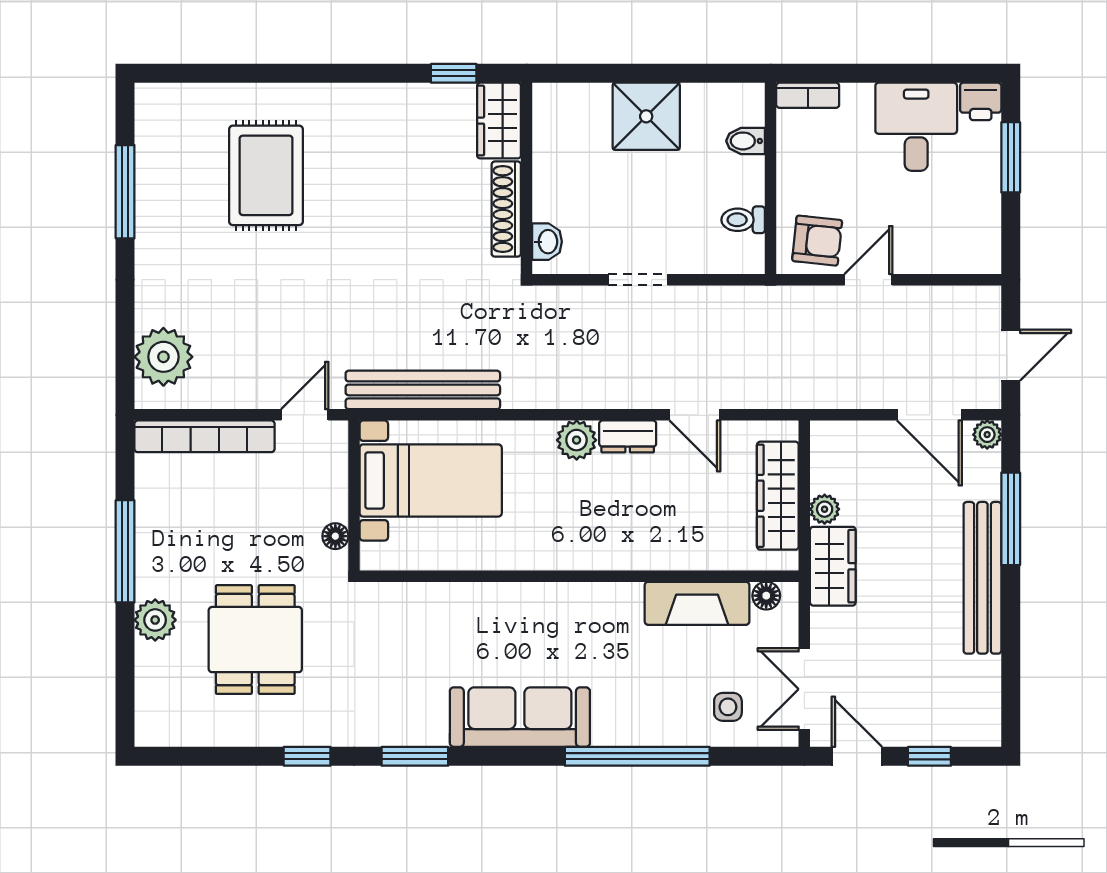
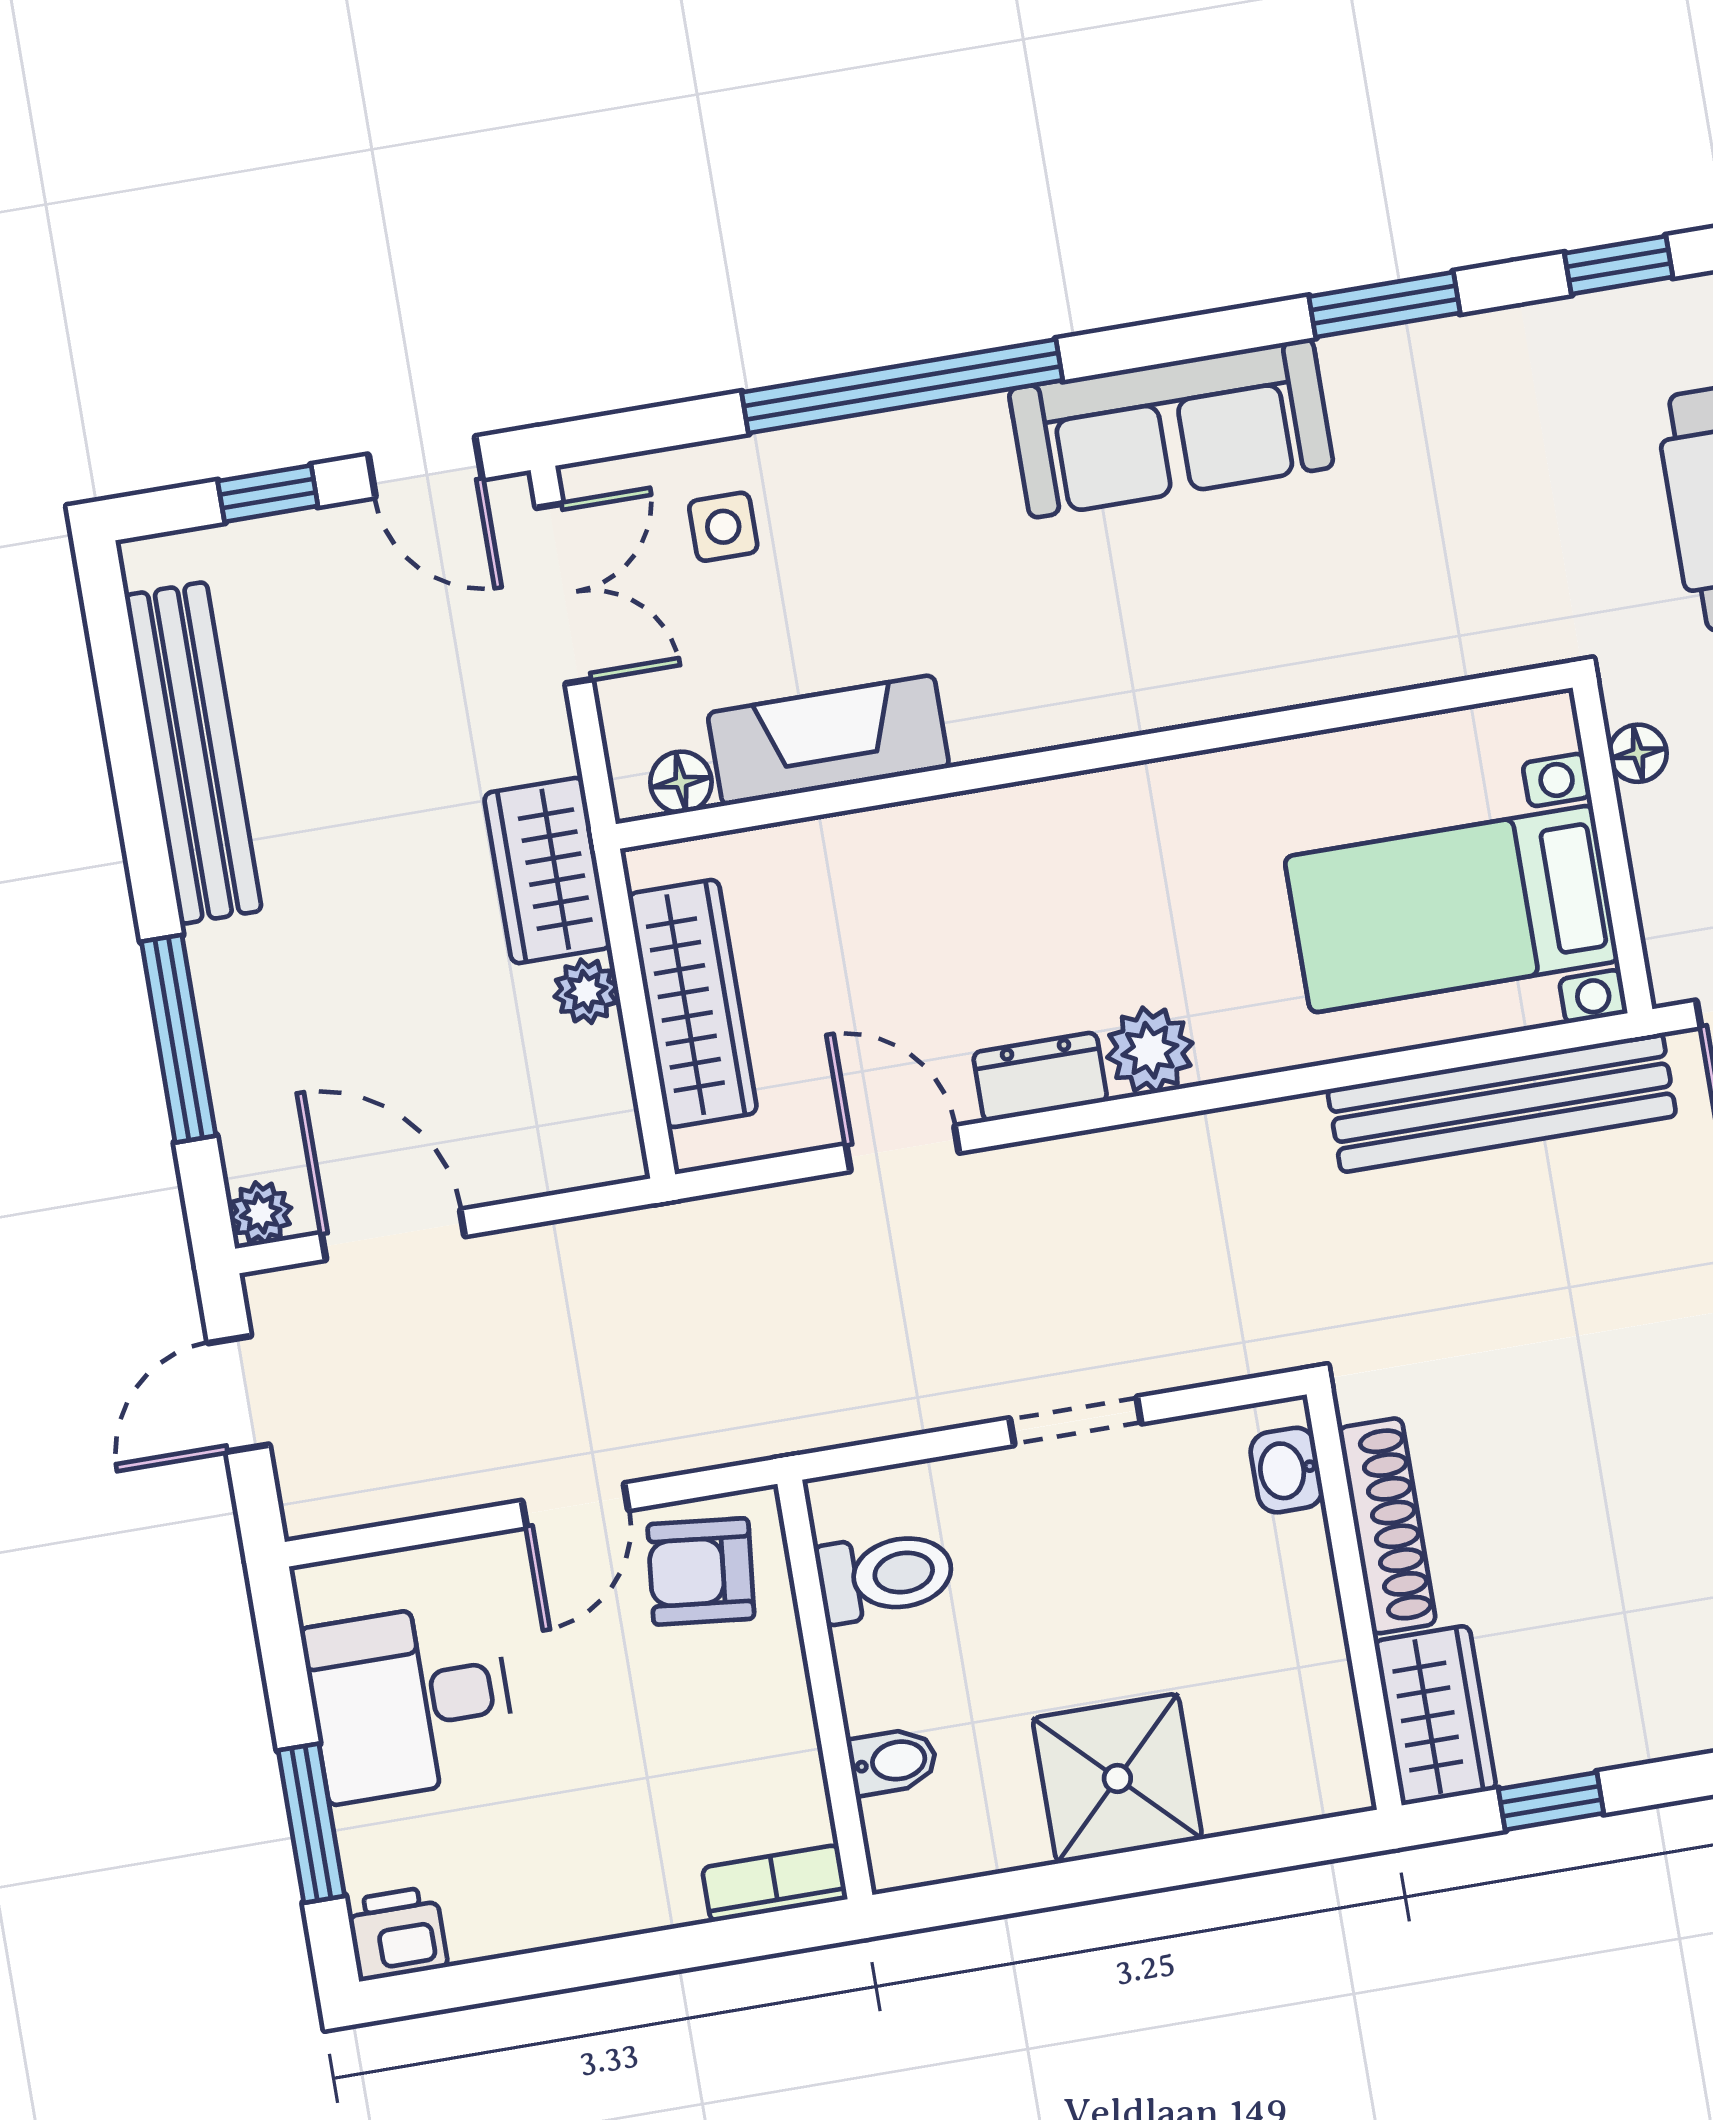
desk: (916, 127) -> (410, 1701), moved, turned 90
toilet: (743, 220) -> (885, 1576), width x1.37, depth x1.39
bench: (982, 578) -> (193, 753), moved

